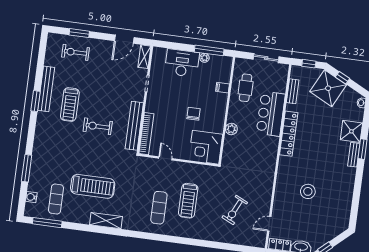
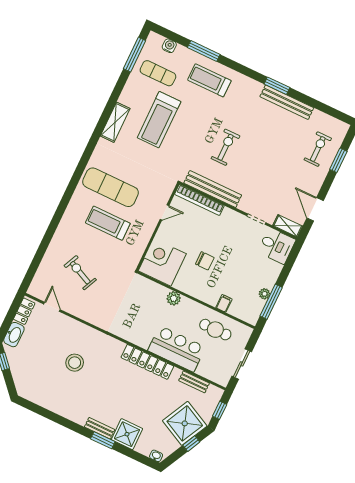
desk: (182, 63) -> (277, 246), moved, width x0.73
treadmill: (70, 105) -> (209, 80), moved
exercise mat: (159, 208) -> (111, 187), width x1.36, depth x1.45

